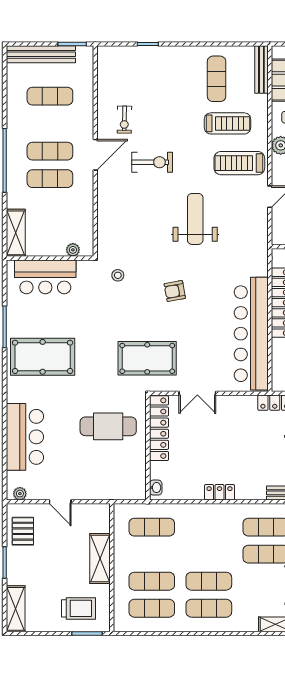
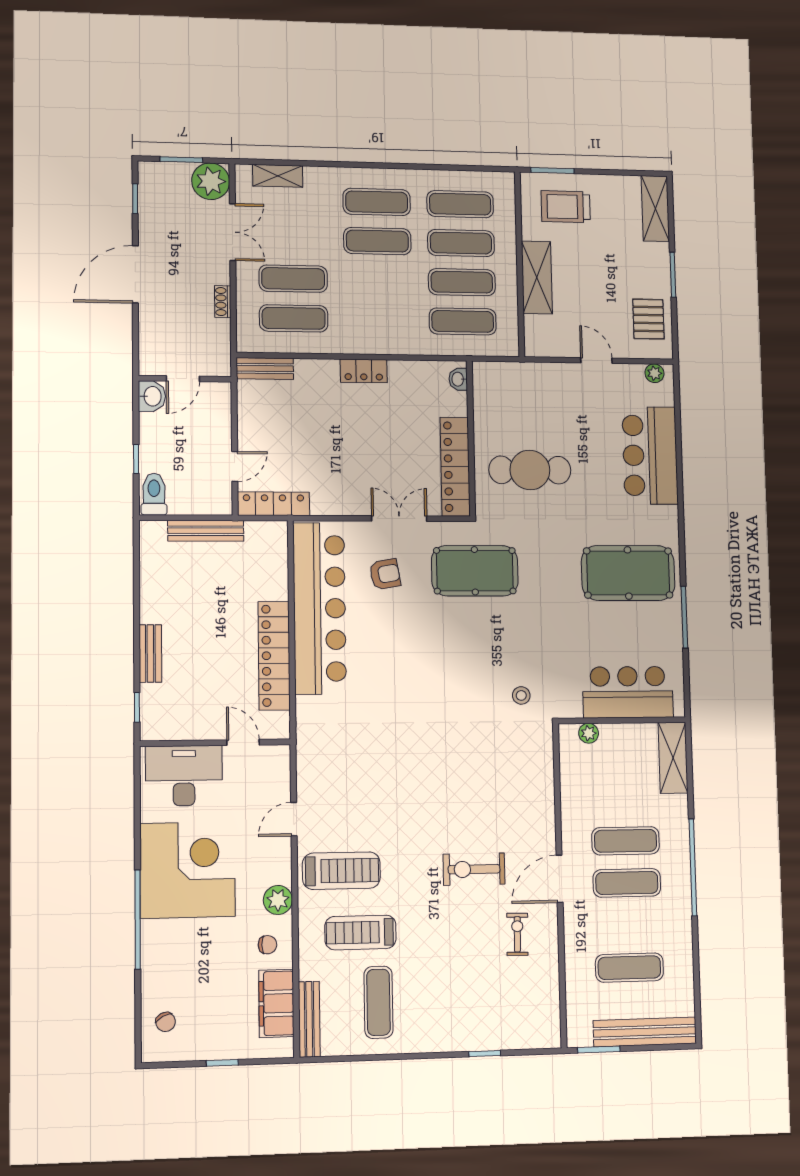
weight bench: (195, 219) -> (407, 783), removed
armchair: (175, 291) -> (385, 574), moved
exercise mat: (152, 554) -> (462, 282), added

